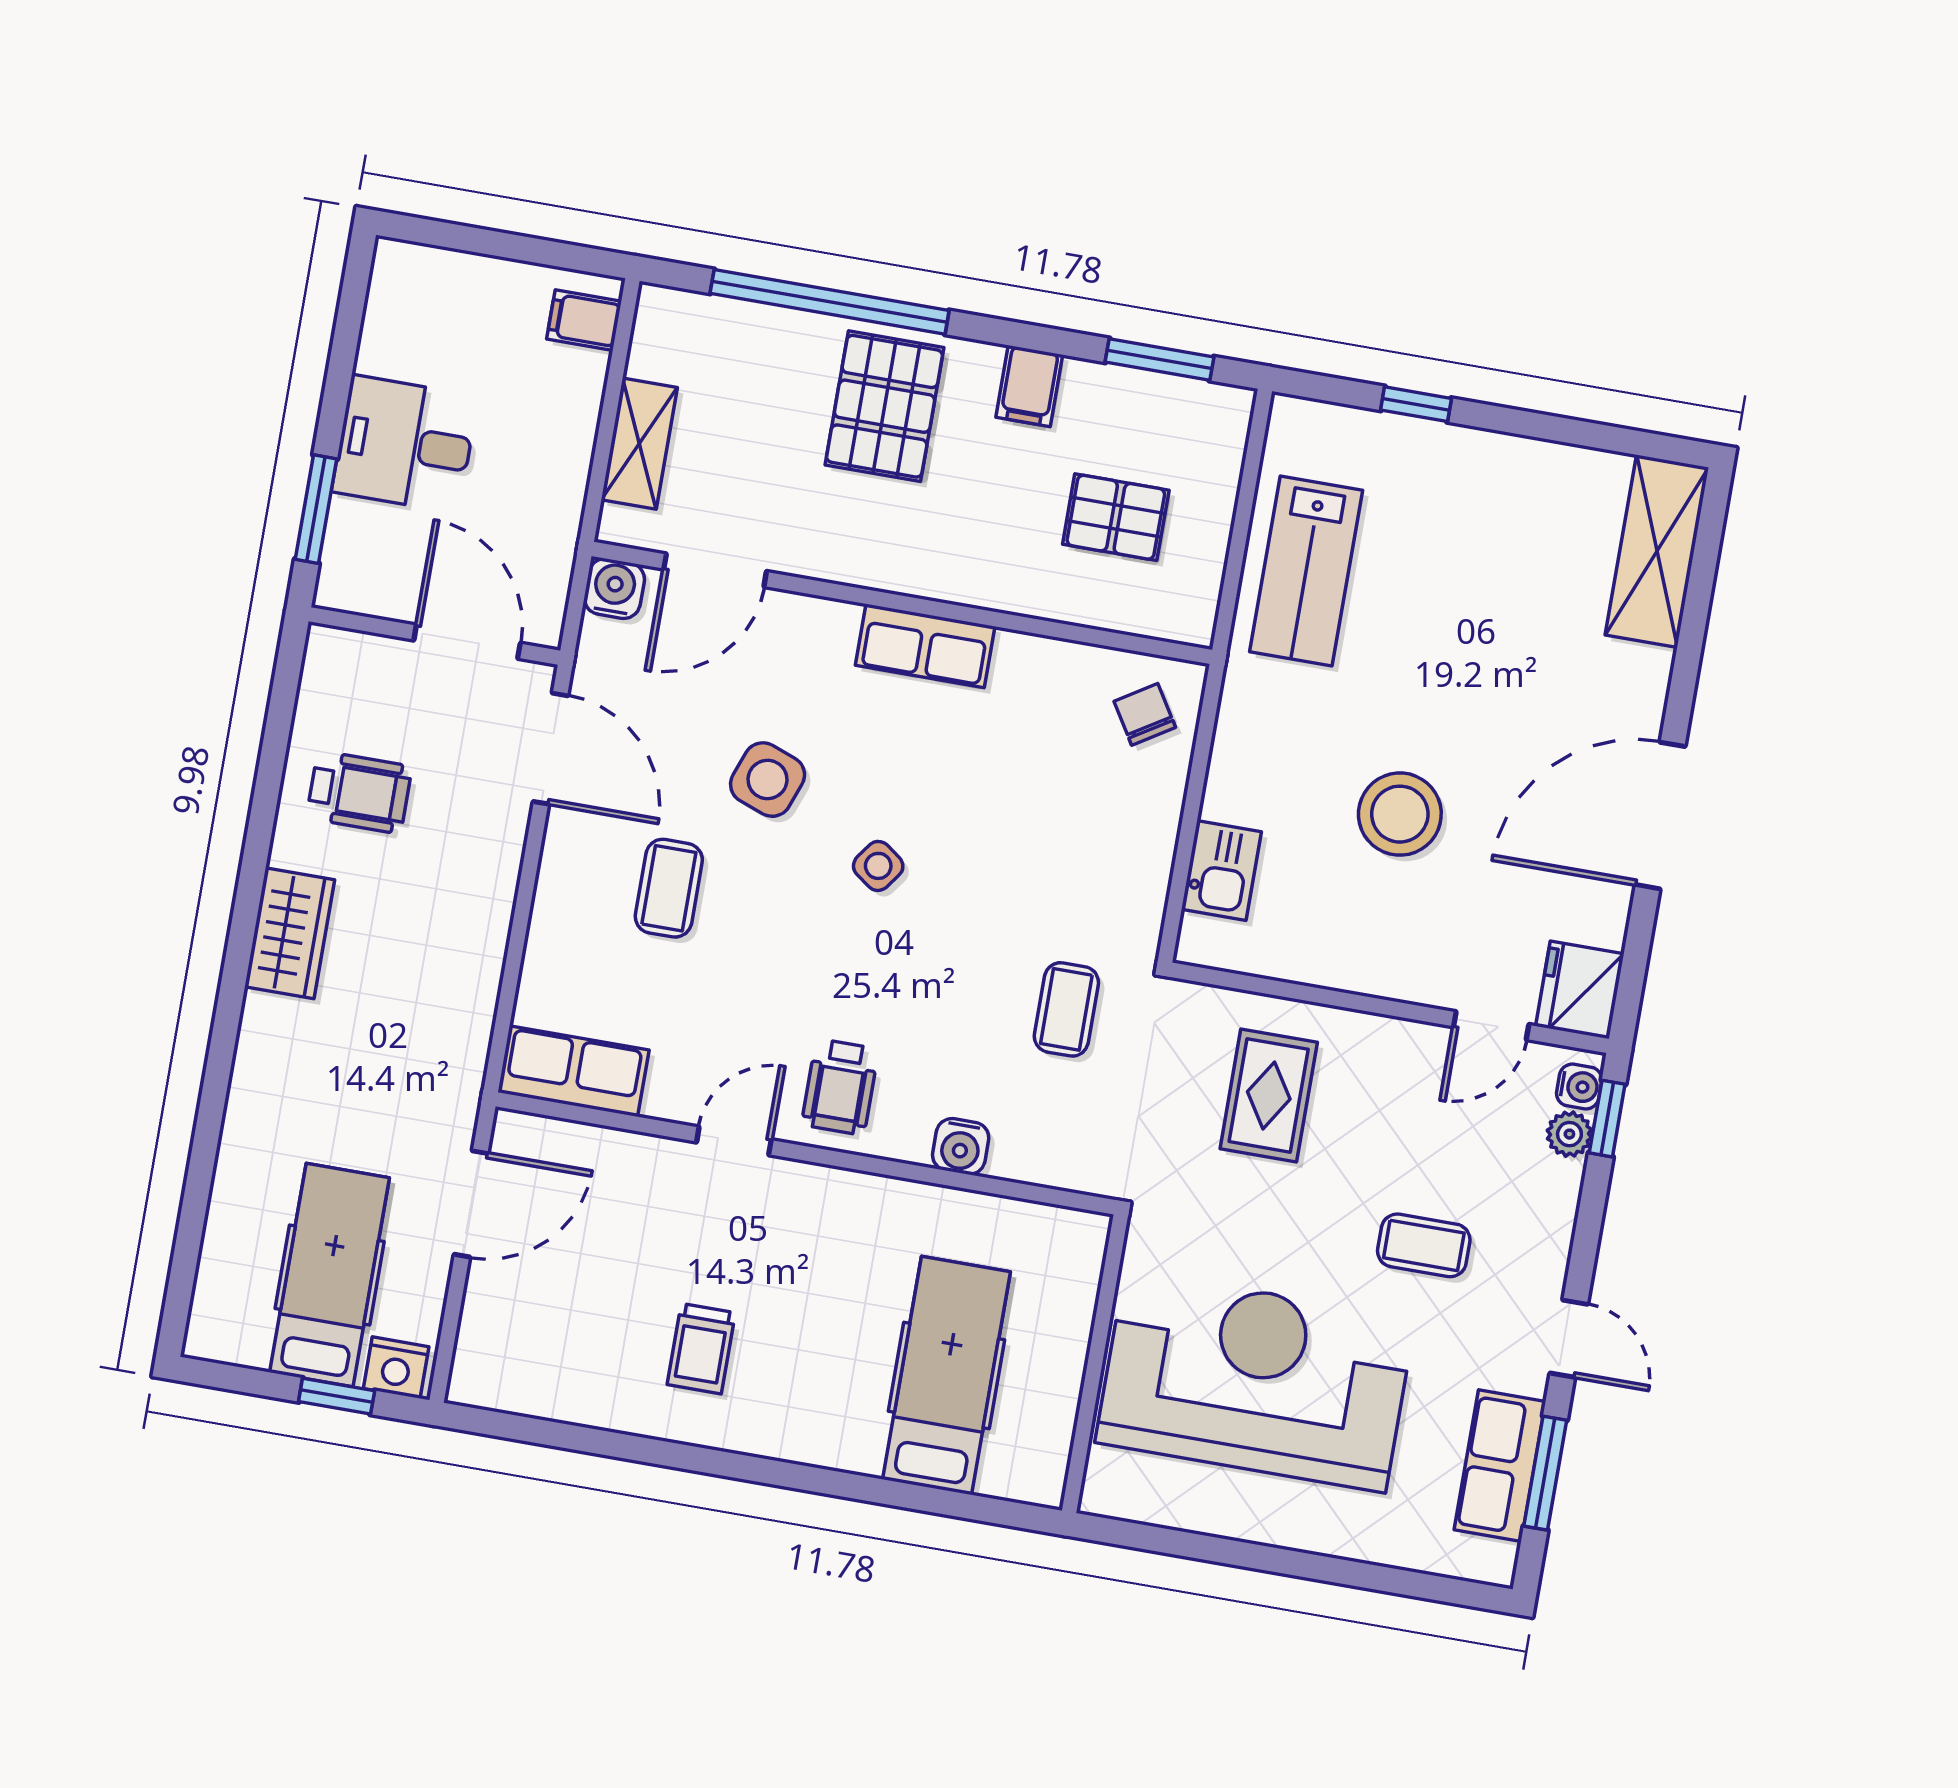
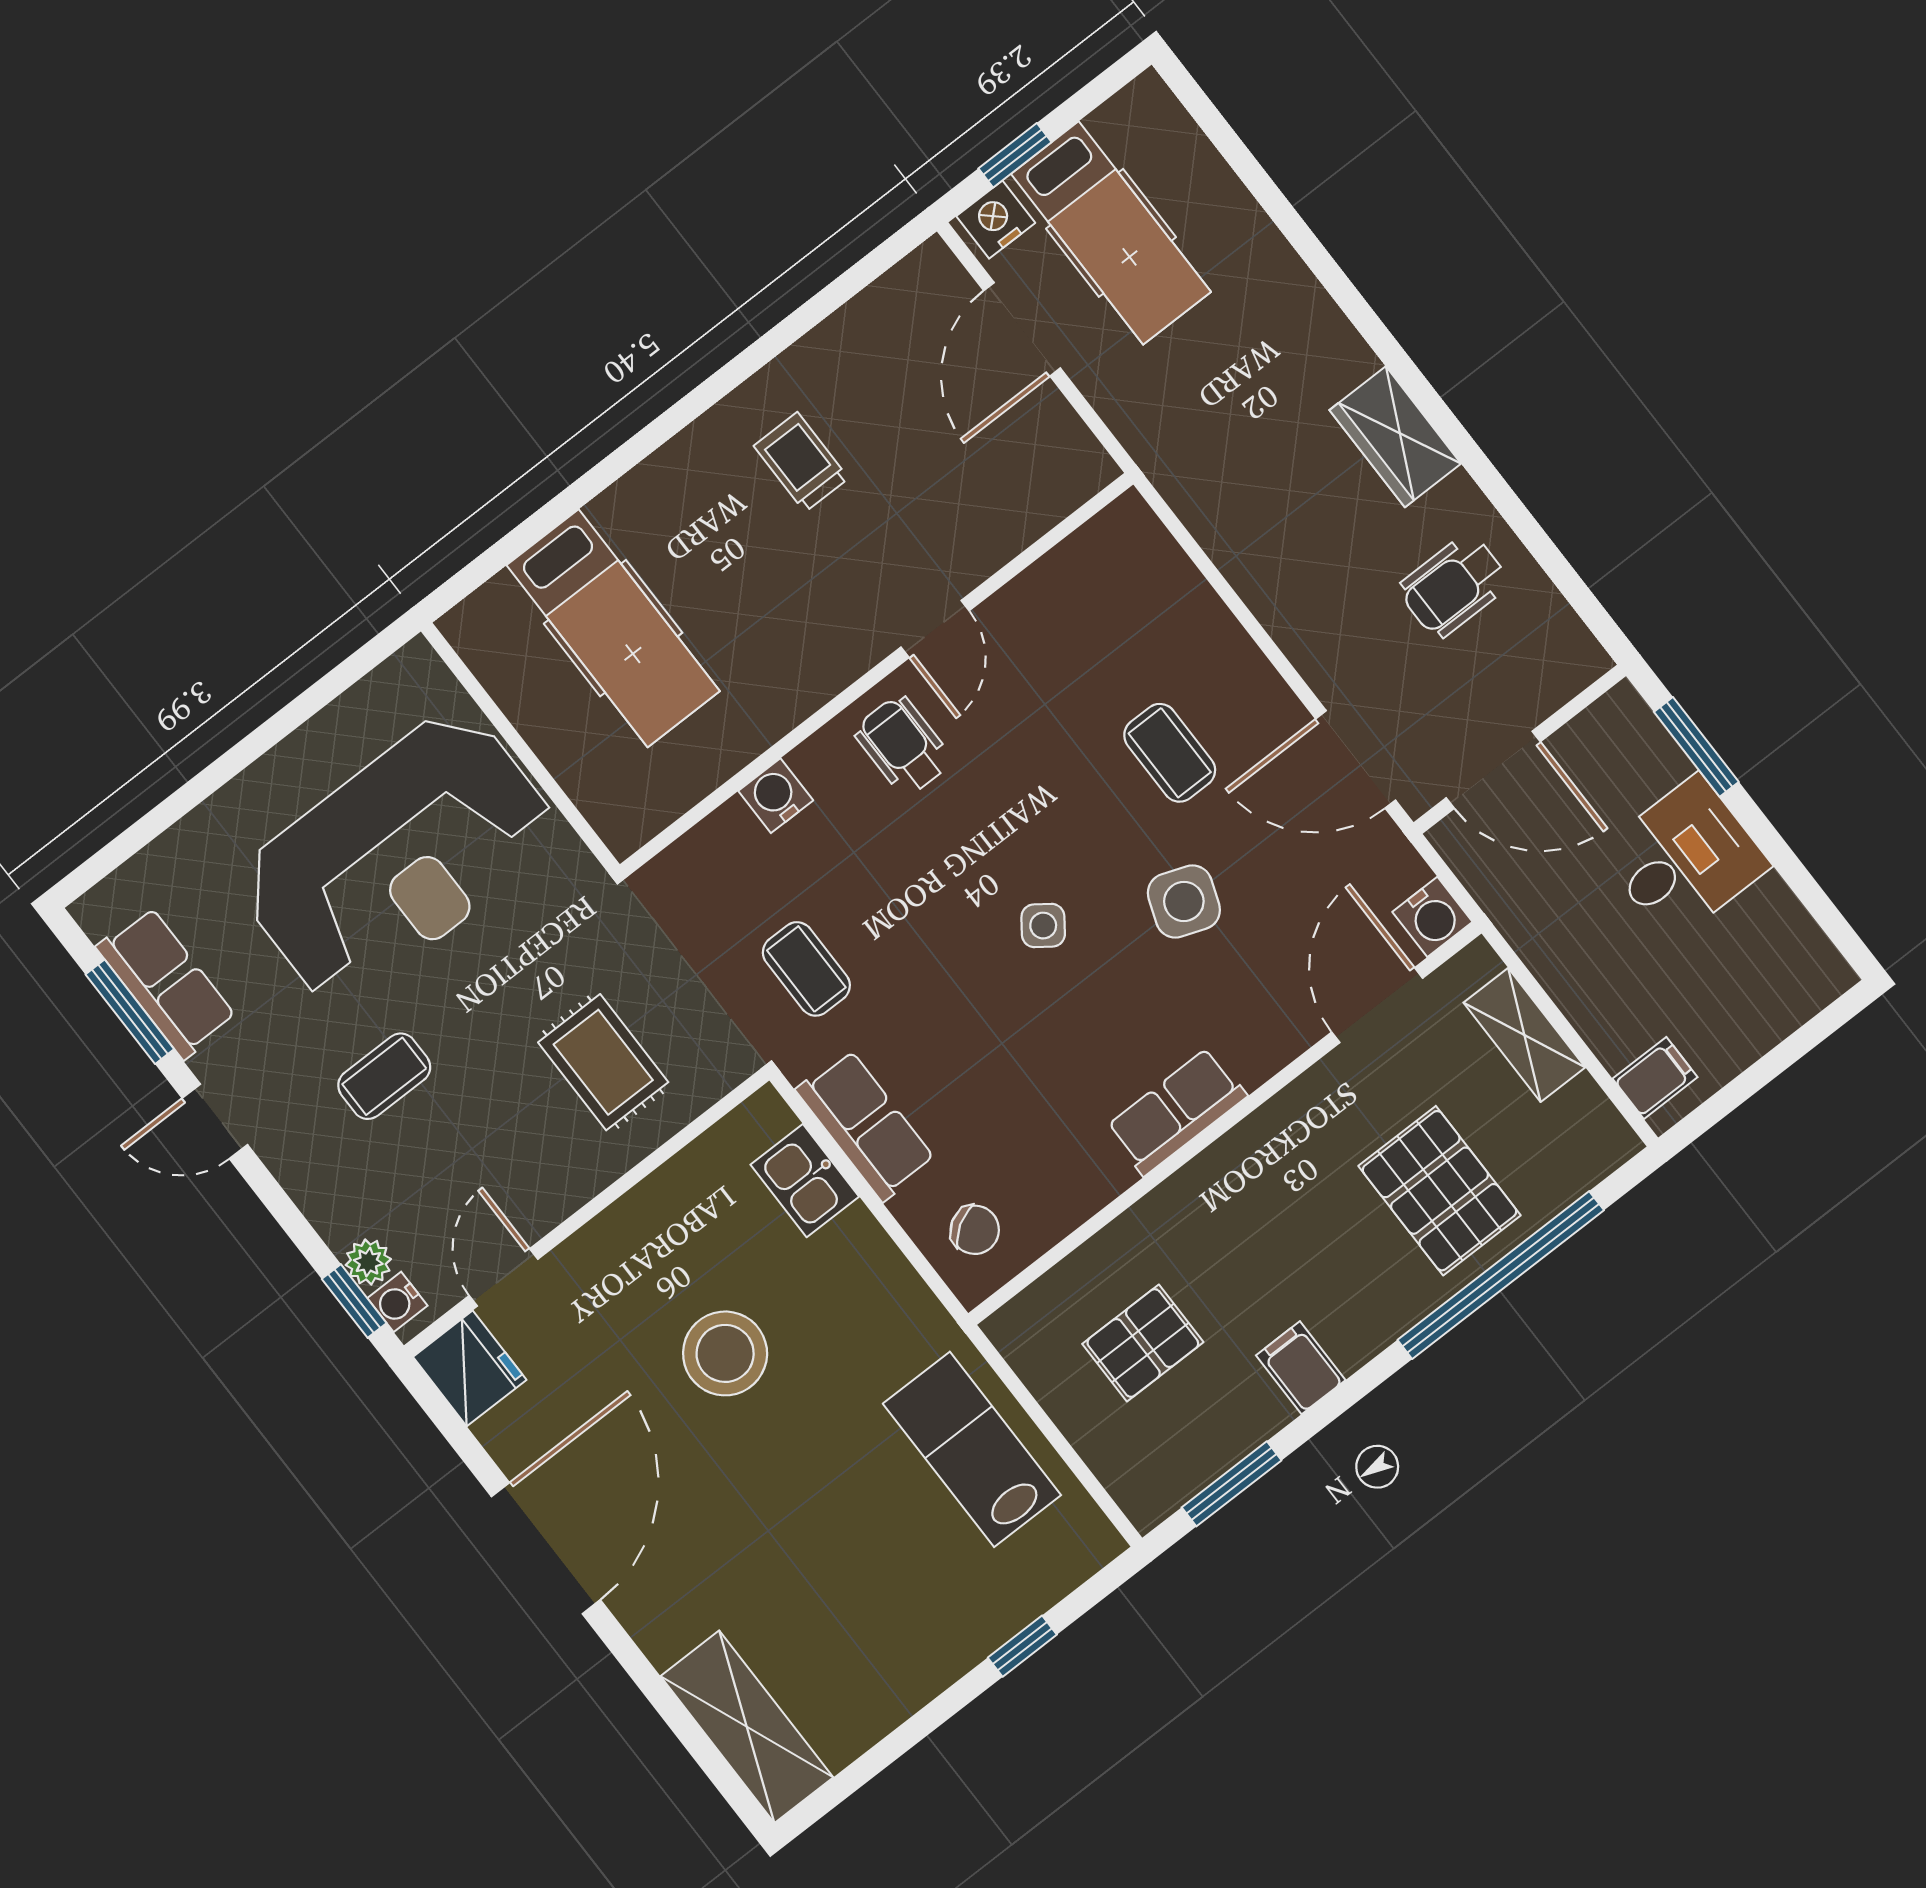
pallet: (884, 406) -> (1440, 1191), moved
row of seats: (573, 1071) -> (866, 1125), moved, turned -90
door: (471, 1204) -> (1022, 329), moved

